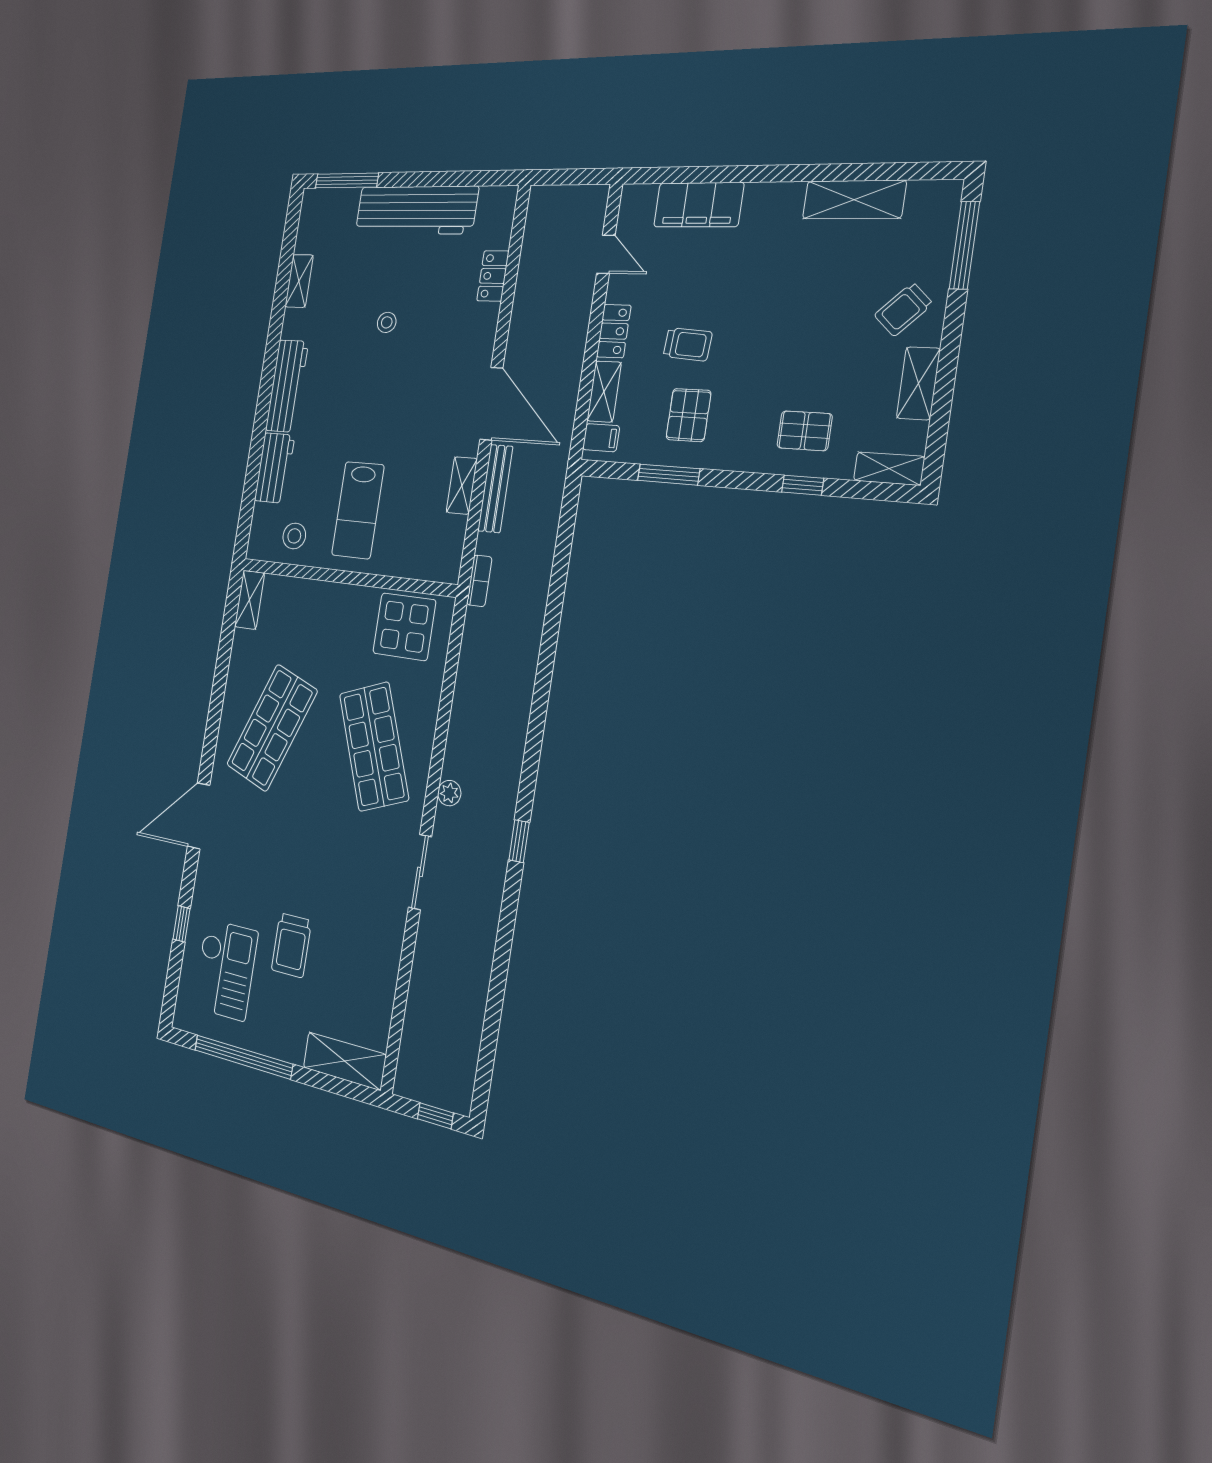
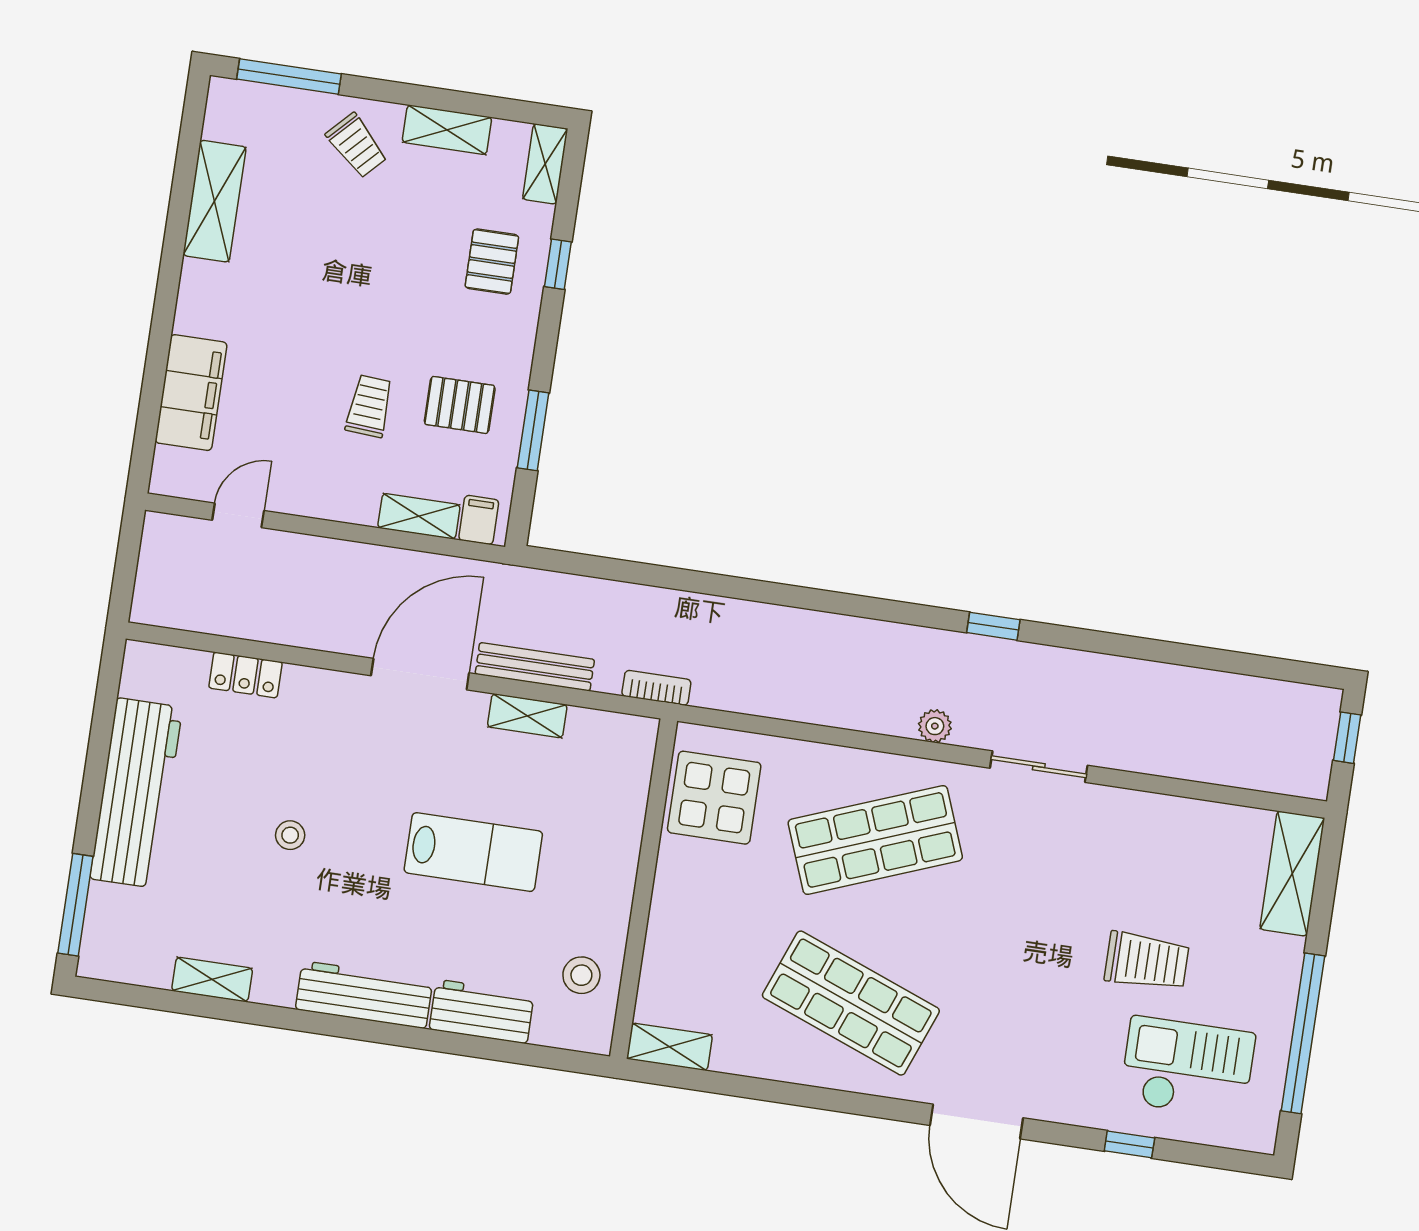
locker: (614, 331) -> (341, 504), removed
lab bench: (358, 510) -> (473, 852), moved

